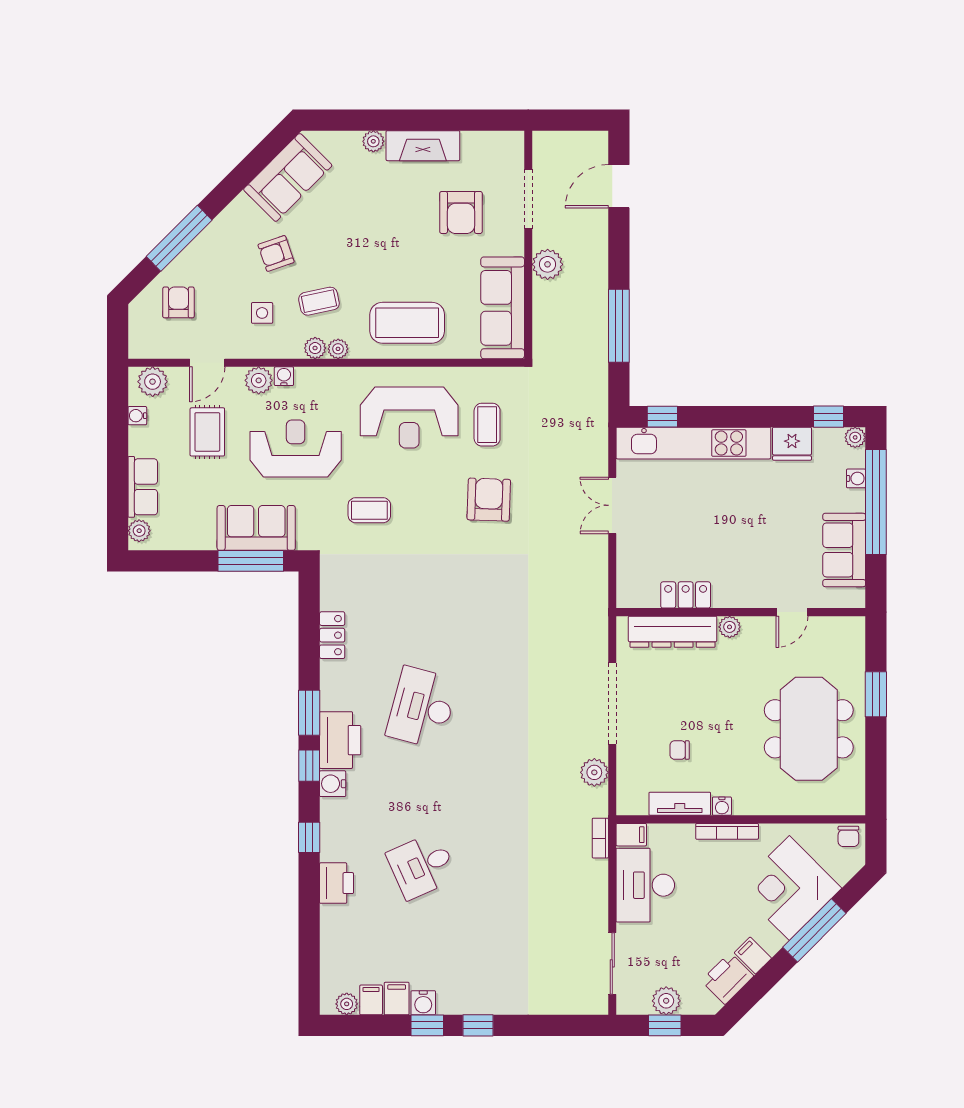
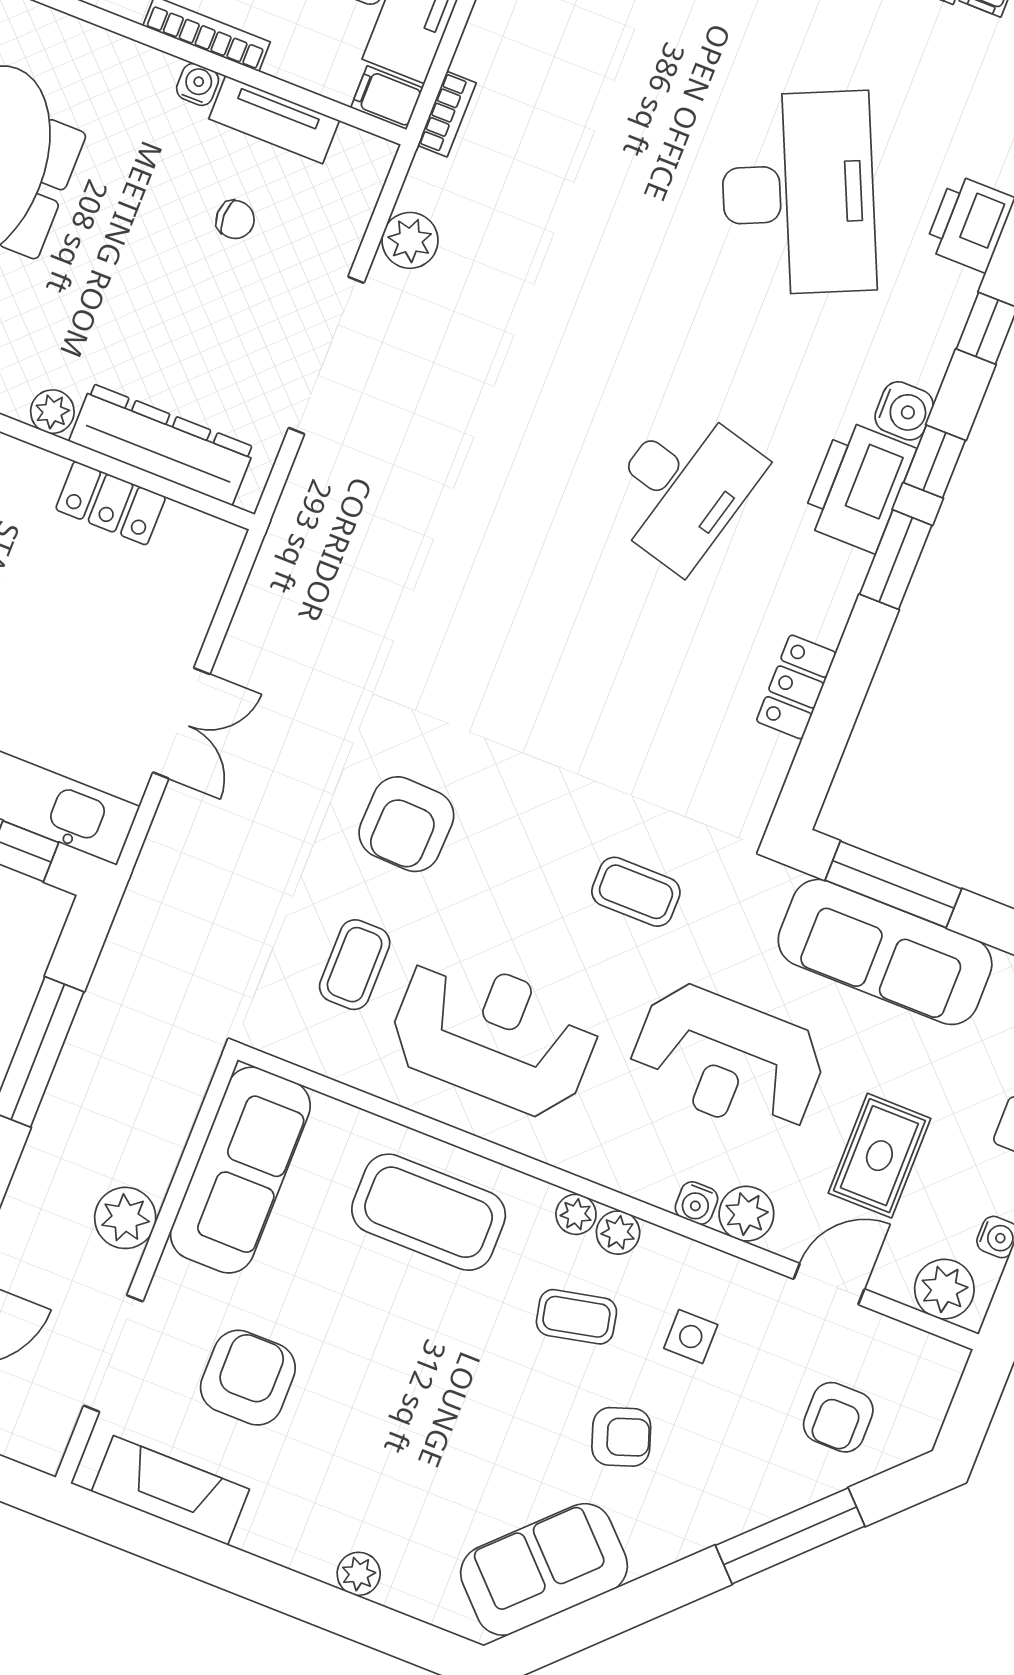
fireplace: (423, 146) -> (170, 1490), moved
sofa: (256, 528) -> (885, 952), width x1.36
desk: (422, 866) -> (798, 193), width x1.87, depth x1.30

